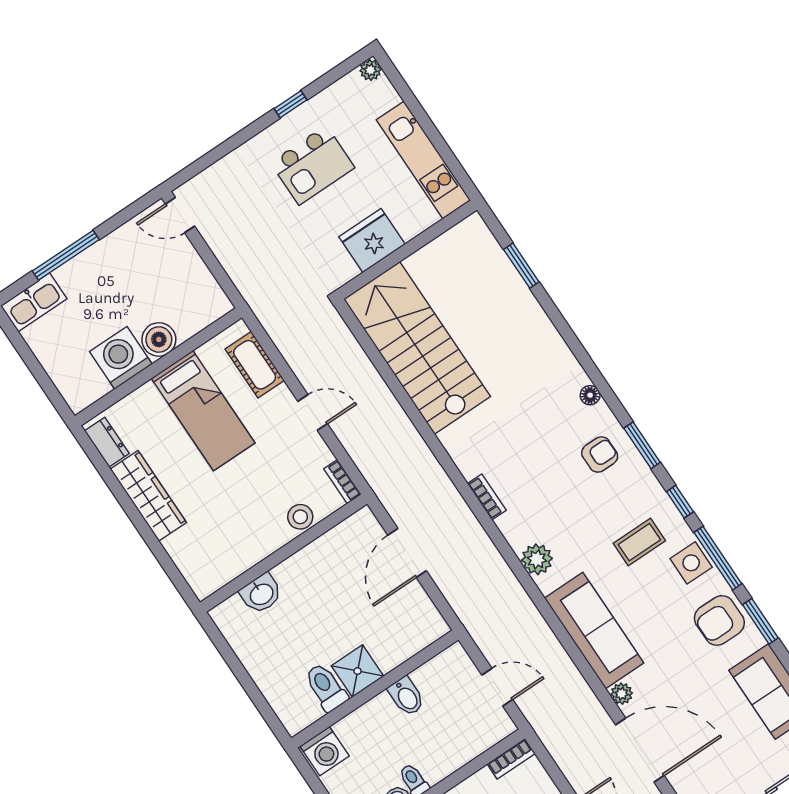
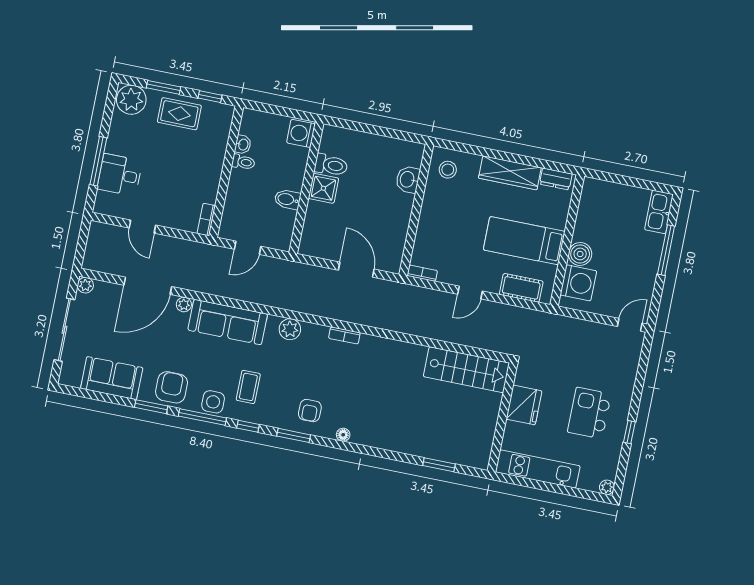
stairs: (417, 348) -> (466, 370), width x0.73, depth x0.66
washing machine: (121, 358) -> (578, 283), moved
stool: (300, 517) -> (448, 170), moved

